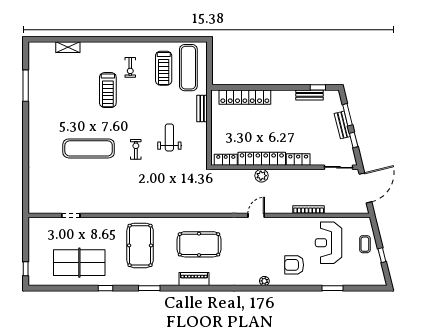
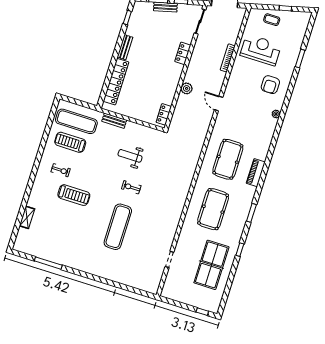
treadmill: (164, 68) -> (70, 142), turned 180
bench: (310, 95) -> (125, 47), moved
locker: (262, 159) -> (172, 84), removed
reception desk: (329, 243) -> (261, 50), turned 180
pool table: (140, 245) -> (213, 209), turned 90

